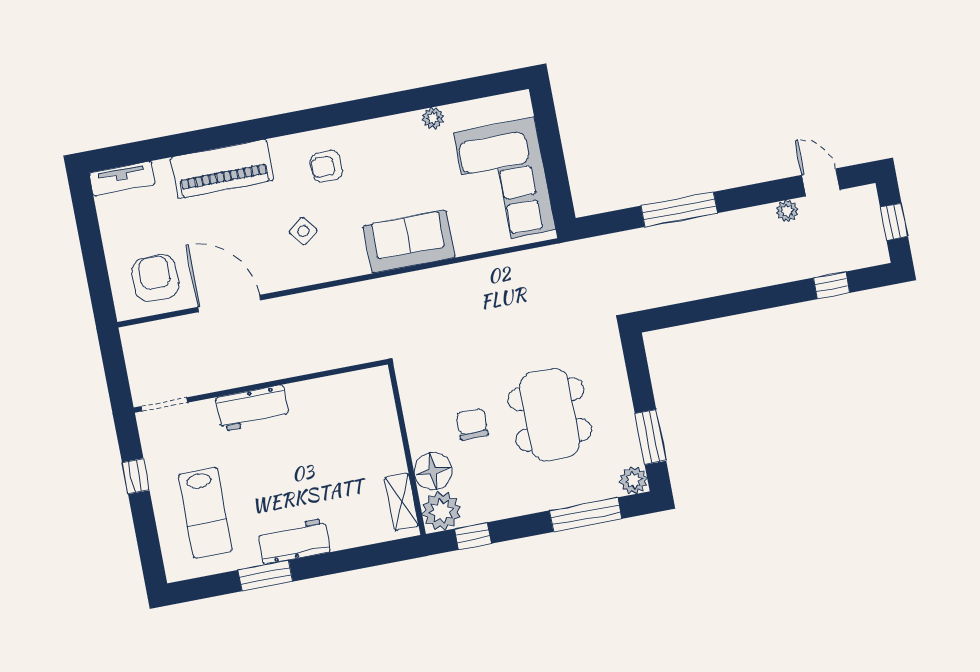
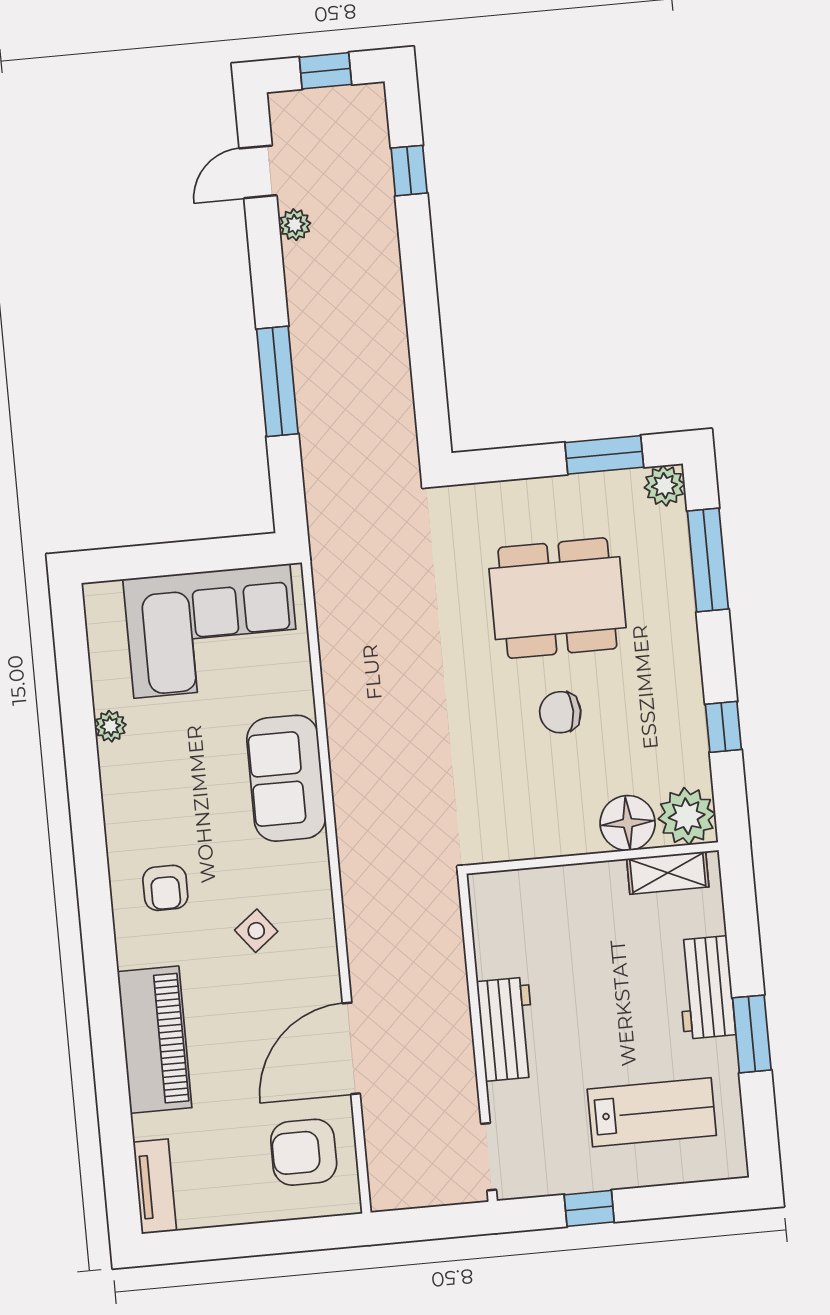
wall: (407, 449) -> (592, 858), moved
floor lamp: (433, 471) -> (628, 823), moved
shelving: (402, 502) -> (668, 873), moved
plant: (442, 511) -> (687, 816), moved

